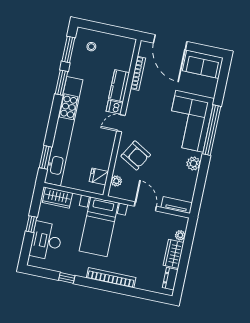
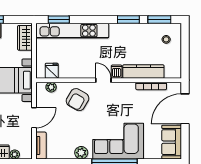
kitchen counter: (119, 86) -> (143, 72), width x1.50
kitchen unit: (64, 131) -> (72, 31), width x0.73

